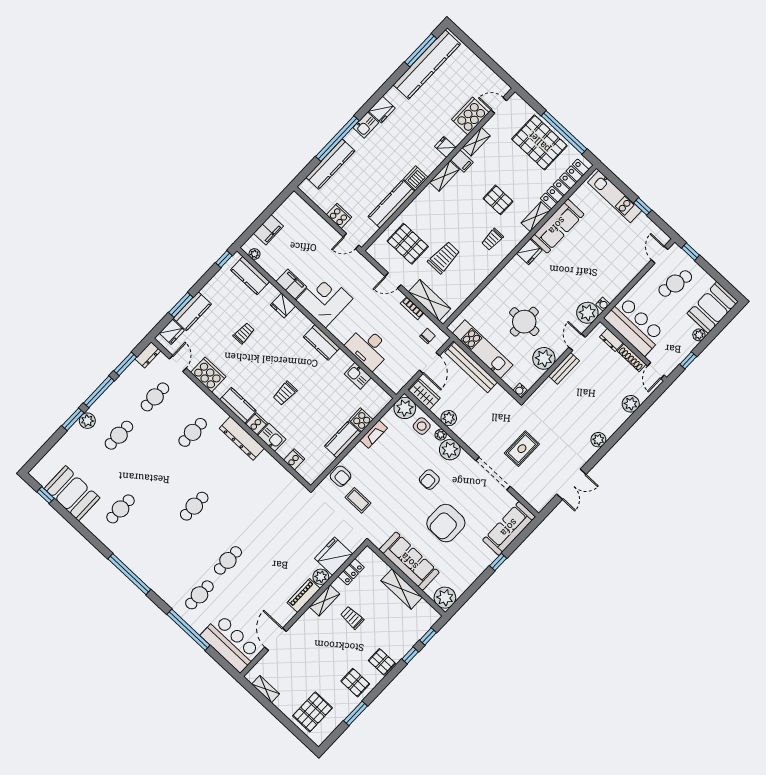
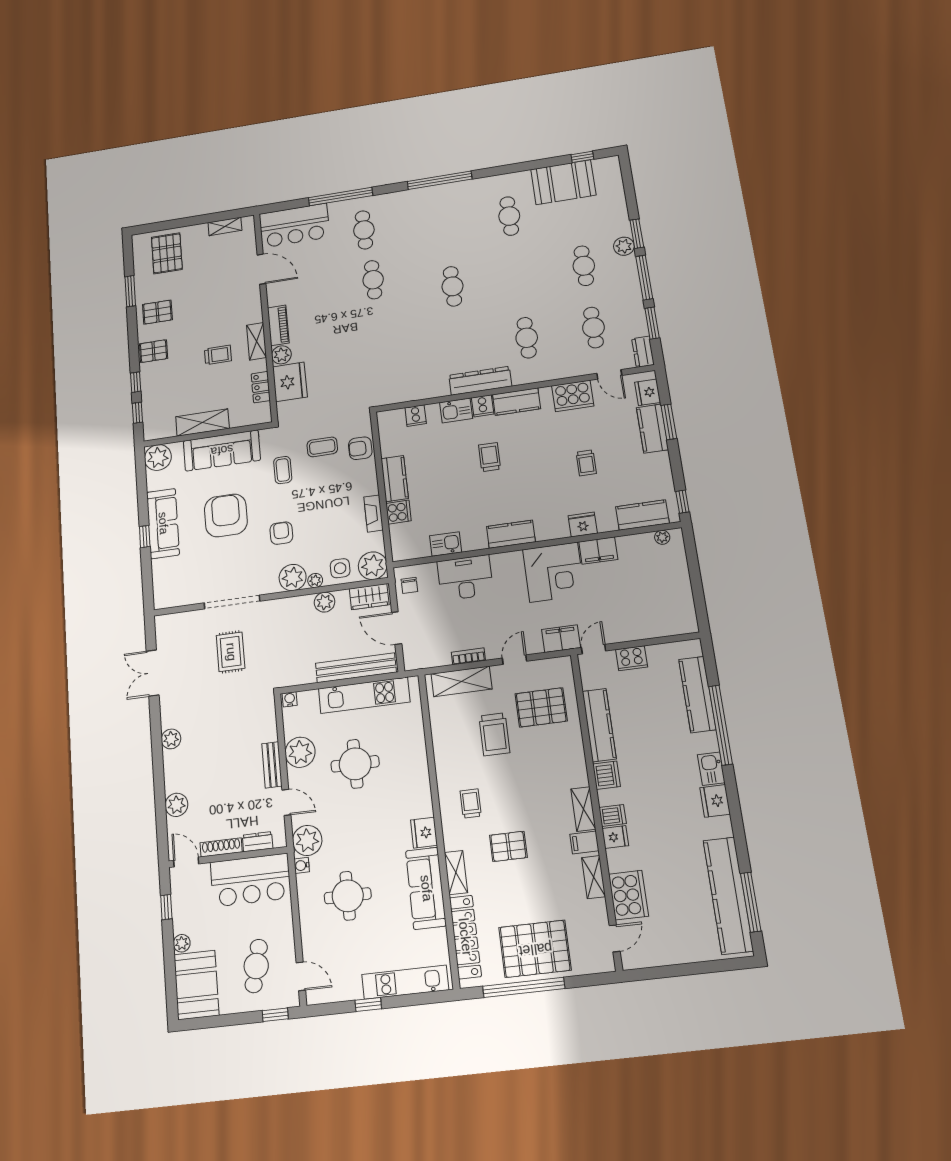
dishwasher: (435, 158) -> (613, 816), added
filing cabinet: (268, 230) -> (561, 639), moved, turned 90
round table: (597, 265) -> (348, 896), added
chair: (427, 336) -> (409, 585), moved
coffee table: (391, 512) -> (283, 470), added
sofa: (509, 528) -> (163, 523), moved

